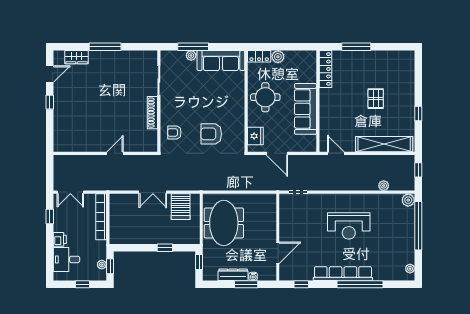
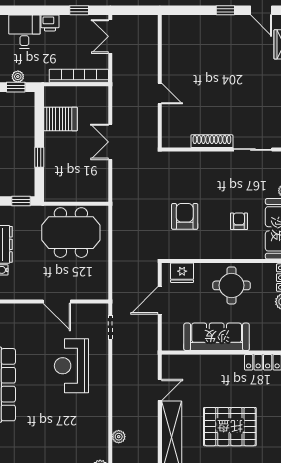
pallet: (376, 99) -> (230, 427), width x2.05, depth x2.00
armchair: (174, 132) -> (239, 221), moved
door: (336, 153) -> (160, 390), moved
server rack: (181, 207) -> (61, 119), moved, turned 180
reception desk: (349, 226) -> (71, 366), moved
door: (278, 253) -> (57, 301), moved

